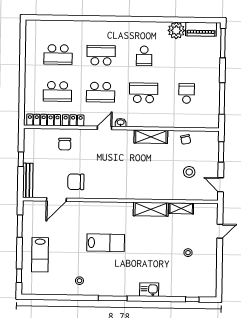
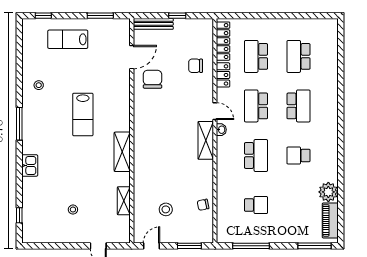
shelving: (151, 137) -> (206, 140), moved
door: (56, 200) -> (132, 57), swing flipped
shelving: (151, 209) -> (122, 152), moved

